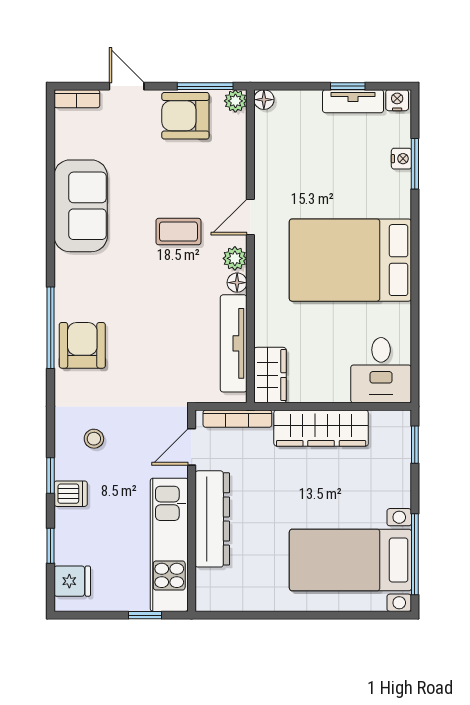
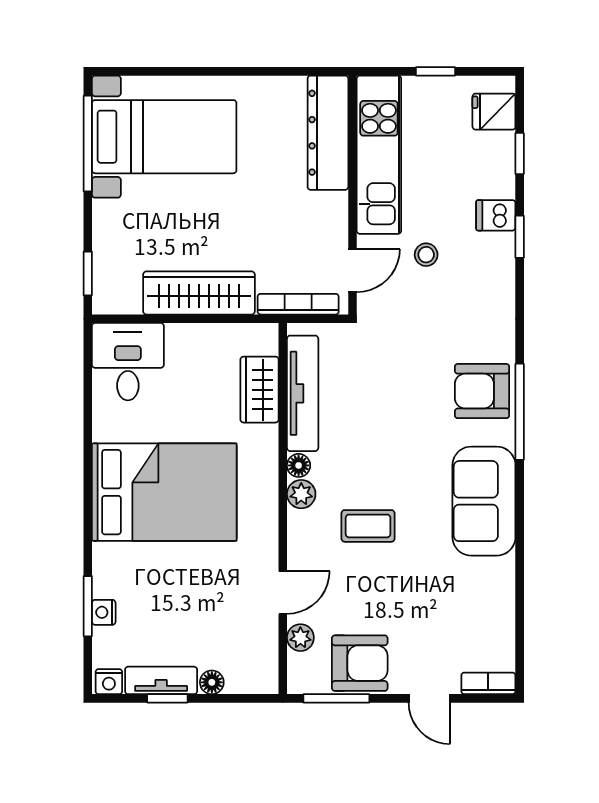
floor lamp: (264, 100) -> (212, 682), moved
plant: (235, 101) -> (300, 638), moved
sofa: (81, 206) -> (484, 501), moved
door: (250, 217) -> (283, 593), moved
armchair: (82, 345) -> (482, 391), turned 90
wardrobe: (270, 375) -> (260, 390), moved
stool: (94, 439) -> (426, 255), moved
dresser: (212, 519) -> (328, 133), moved
window: (145, 615) -> (436, 71), moved

